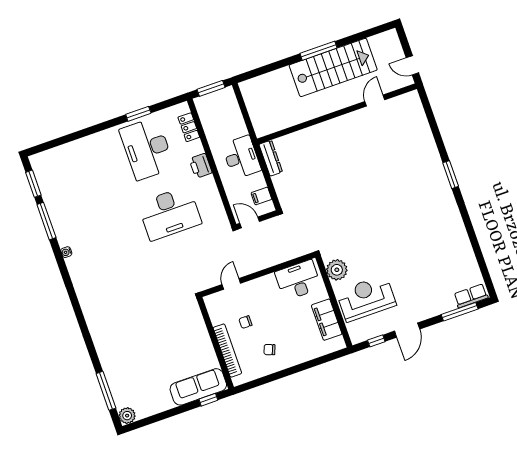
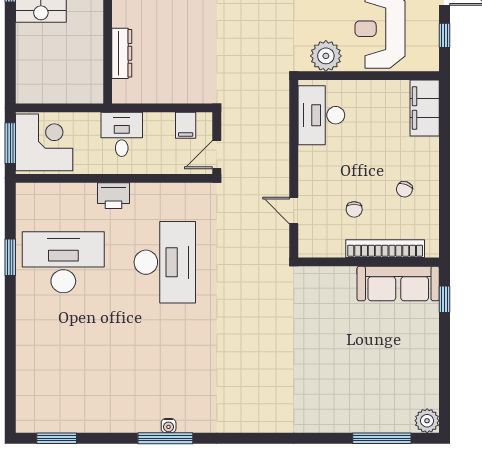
corner desk: (219, 110) -> (44, 142), added
locker: (189, 127) -> (54, 193), removed
desk: (147, 149) -> (63, 262), turned 180
desk: (241, 157) -> (122, 134), width x0.73
dresser: (271, 158) -> (122, 53), moved, turned 90
window: (46, 221) -> (165, 438), moved
filing cabinet: (327, 320) -> (425, 108), moved, turned 90
sofa: (198, 387) -> (398, 284), moved, turned -90

